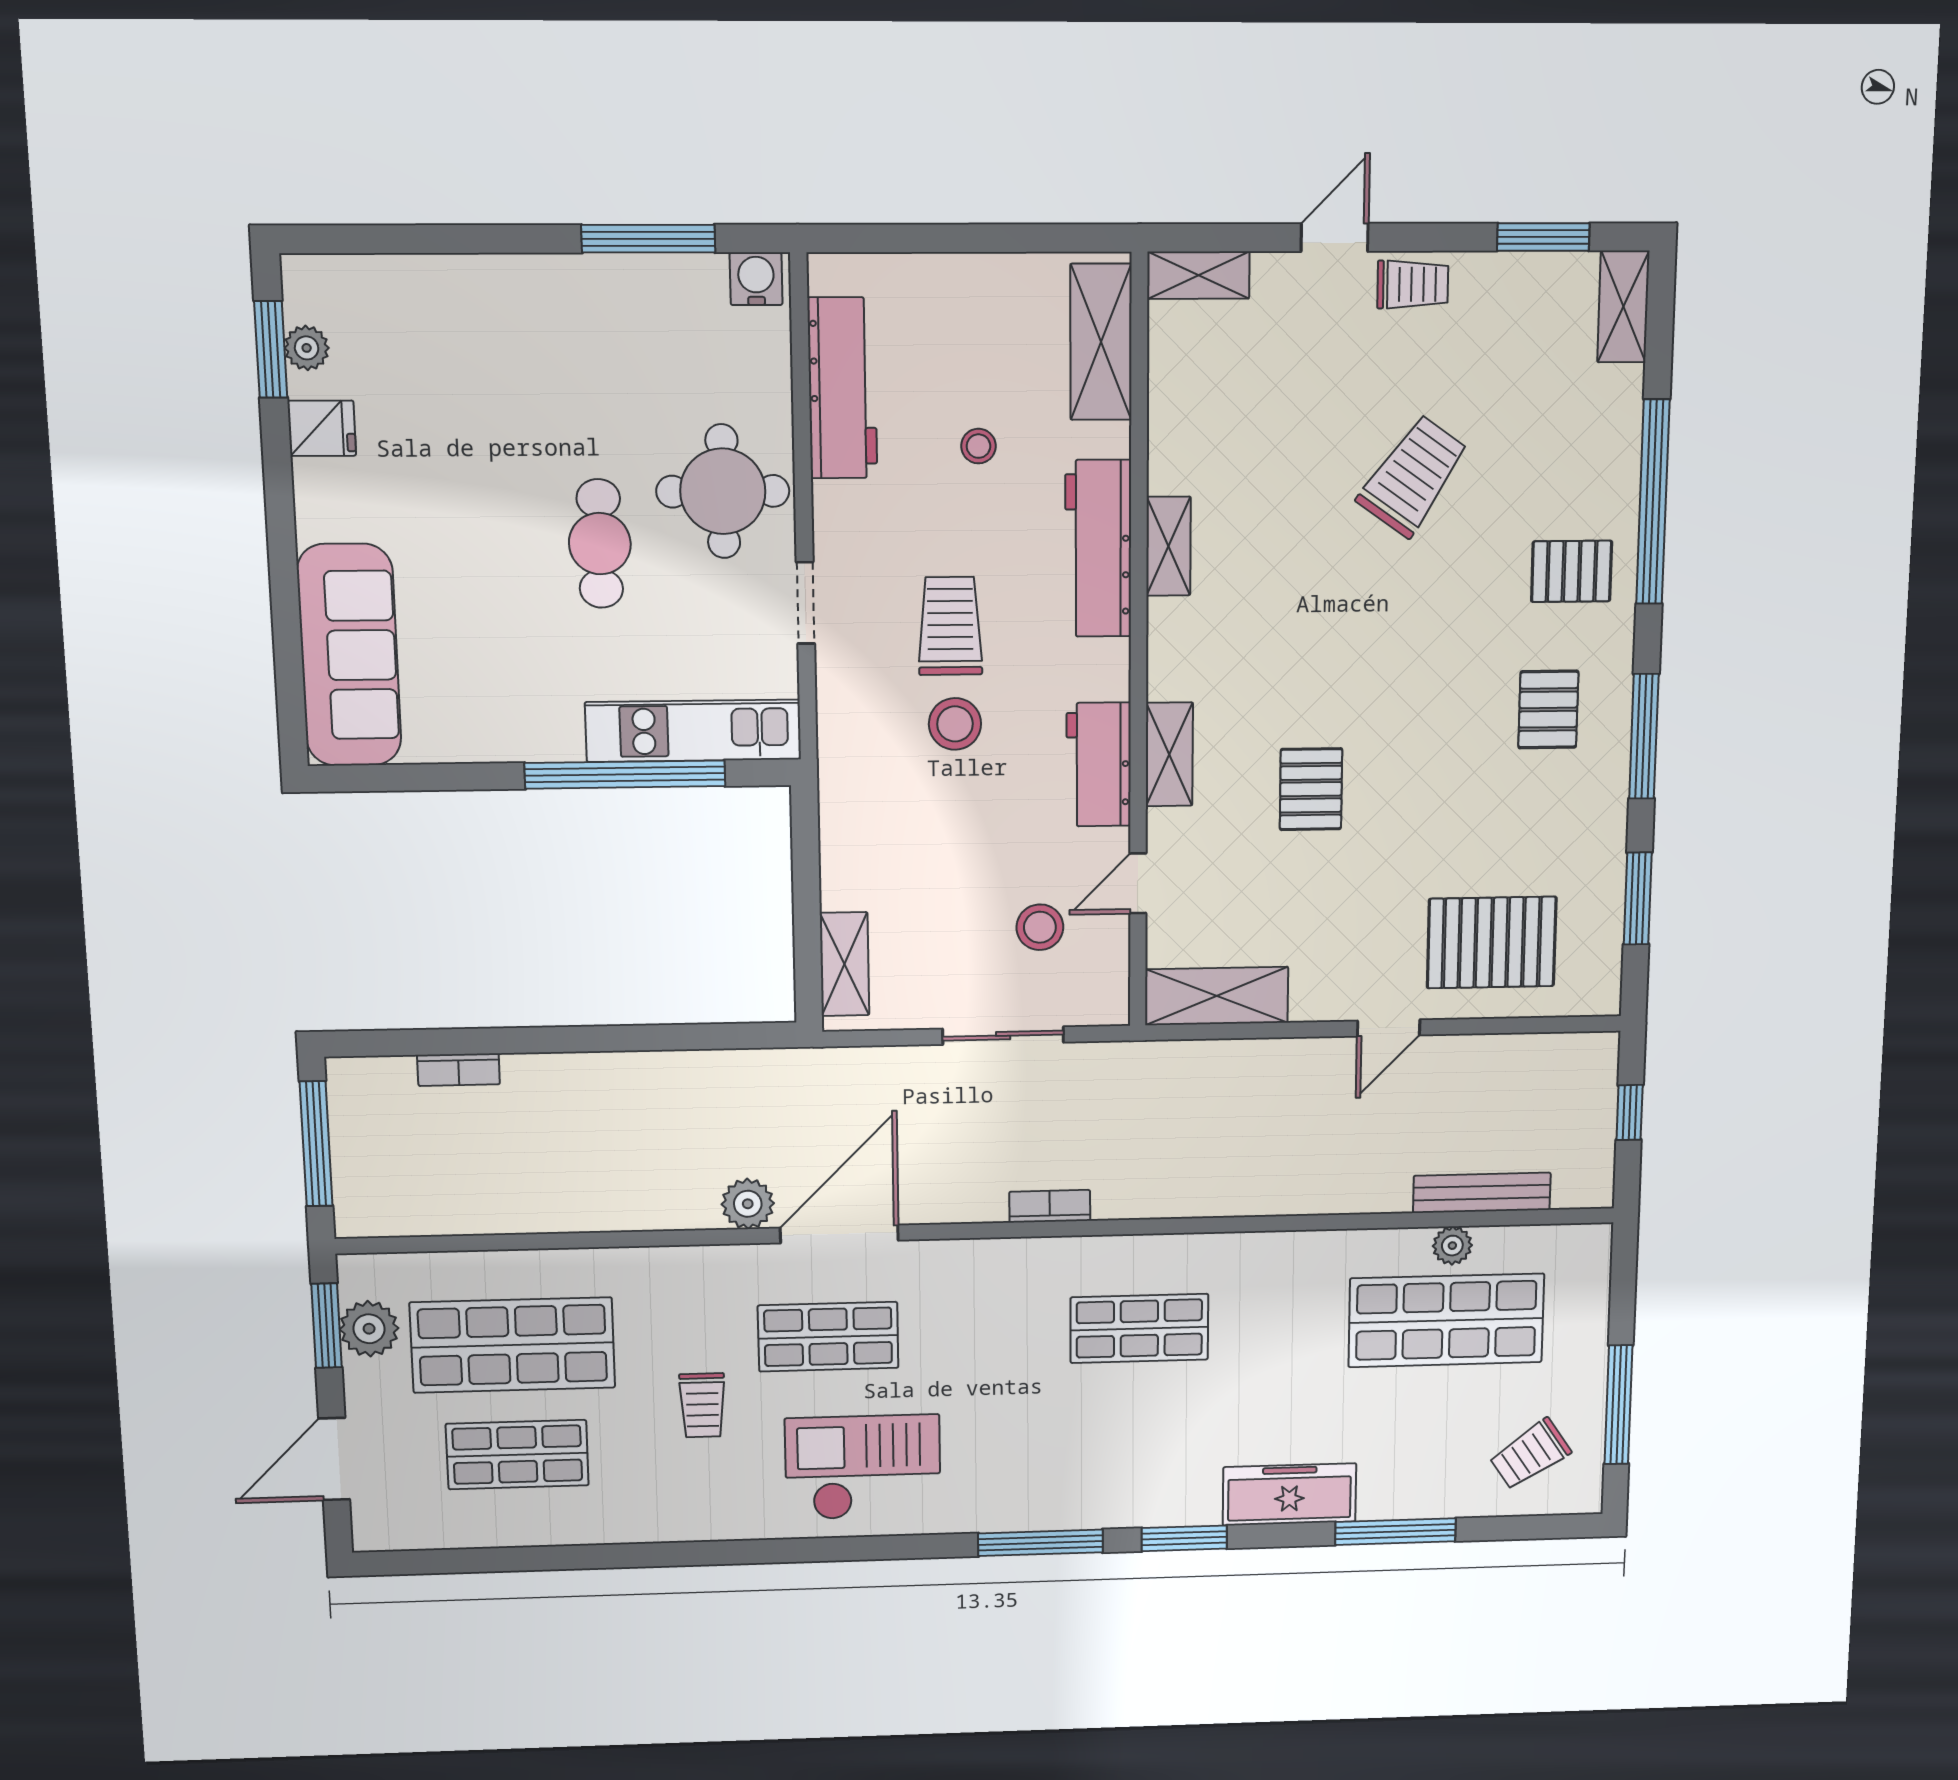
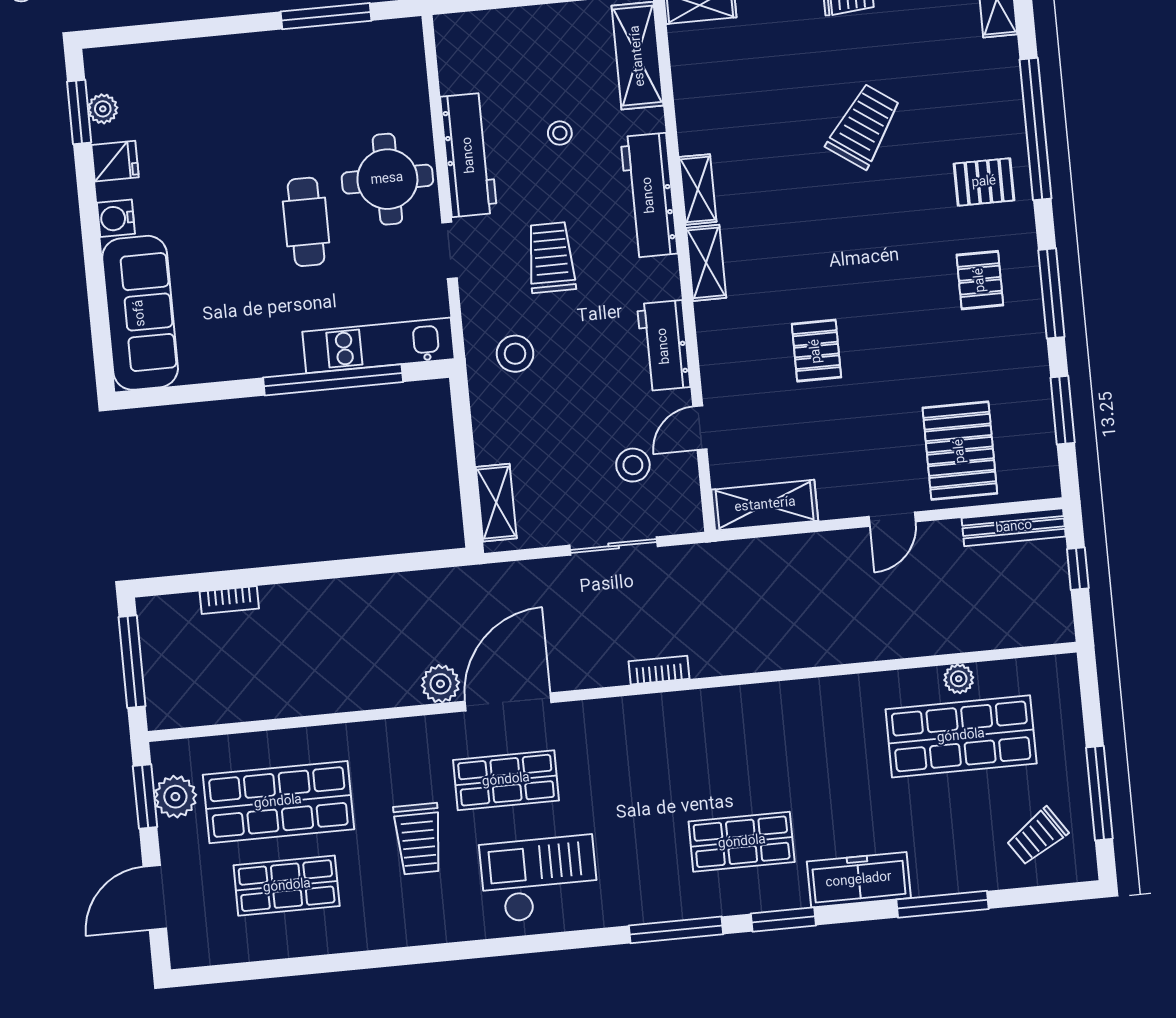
water cooler: (756, 279) -> (116, 218), moved, turned -90
workbench: (842, 388) -> (469, 155), moved
stool: (955, 724) -> (515, 354), moved
shelving: (1169, 754) -> (706, 263), moved
pallet: (1492, 943) -> (960, 451), turned 90
bench: (1482, 1193) -> (1014, 527), moved
shop shelf: (1139, 1328) -> (742, 842), moved
trolley: (702, 1405) -> (418, 839), width x1.36, depth x1.39

